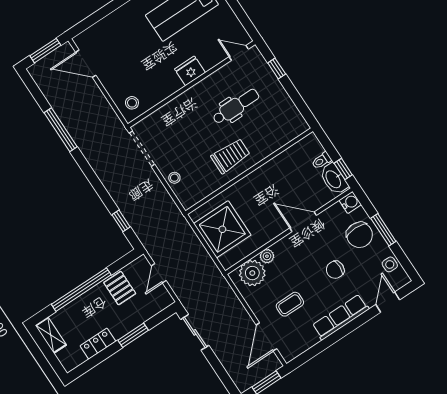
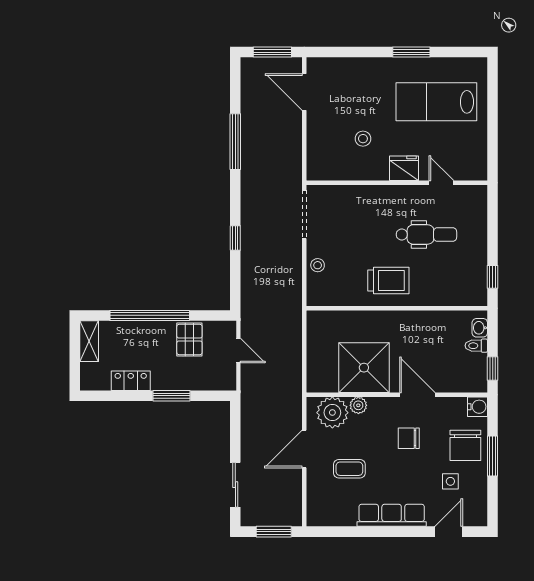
door: (239, 53) -> (441, 183), moved
window: (277, 69) -> (493, 277), moved
stool: (132, 103) -> (363, 139), moved
washbasin: (334, 179) -> (480, 328), moved, width x0.52, depth x0.69
window: (121, 221) -> (235, 238), moved
shower: (222, 229) -> (364, 368), moved
side table: (390, 264) -> (450, 481), moved
chair: (335, 270) -> (409, 438), moved
door: (159, 273) -> (238, 351), swing flipped
sliding door: (195, 332) -> (235, 485), moved
door: (266, 337) -> (304, 449), moved

